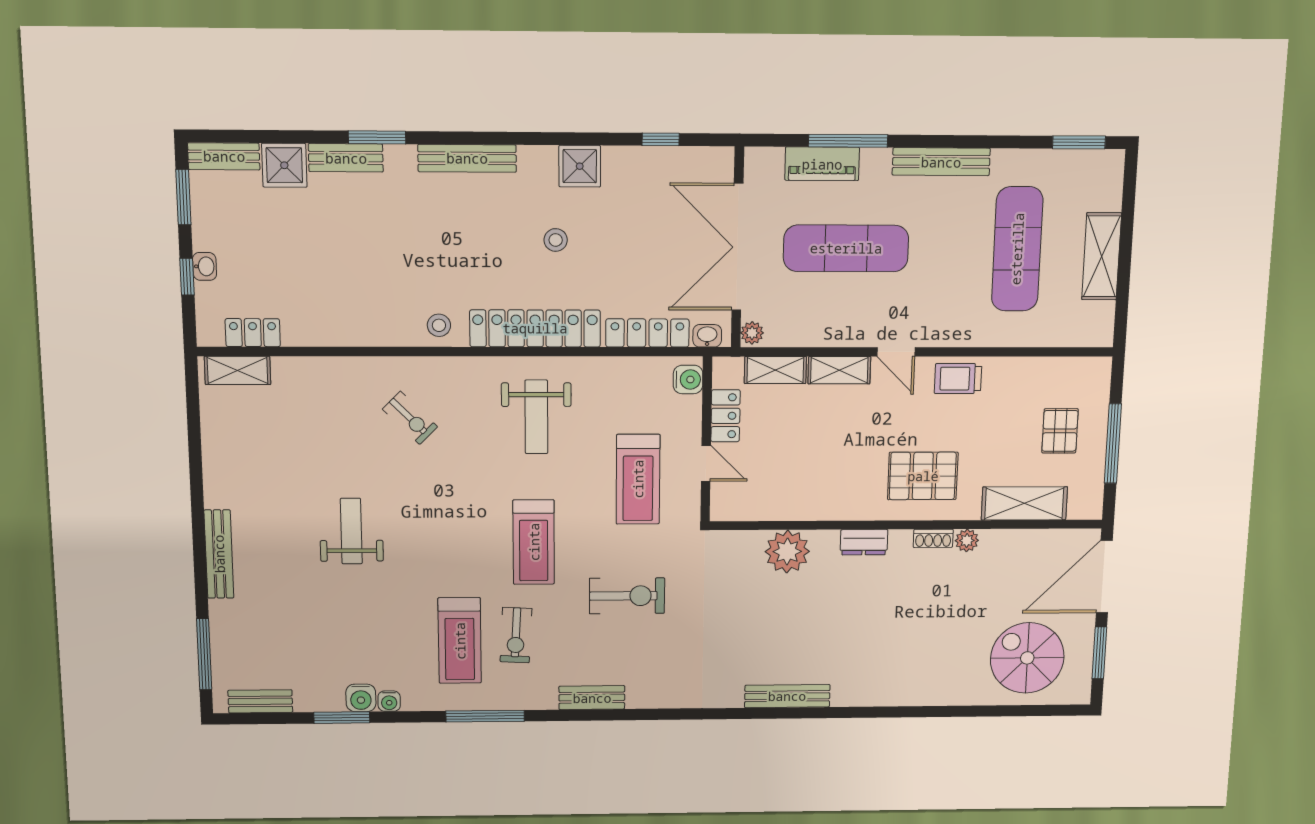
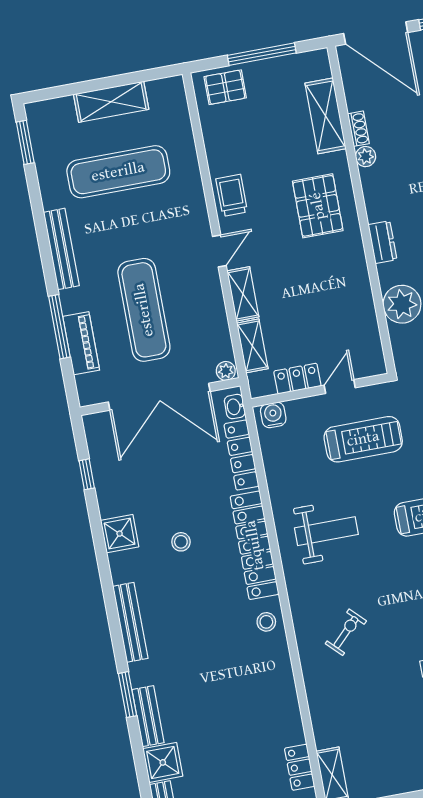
trolley: (958, 379) -> (232, 195), turned 180
pallet: (1060, 431) -> (225, 87), moved
shoe rack: (933, 538) -> (358, 129), moved

